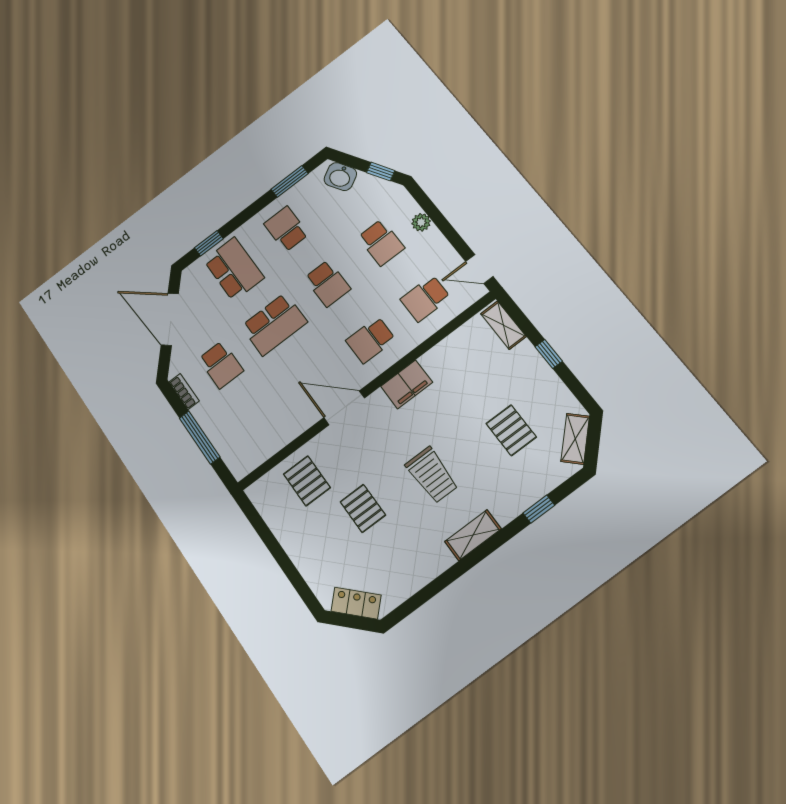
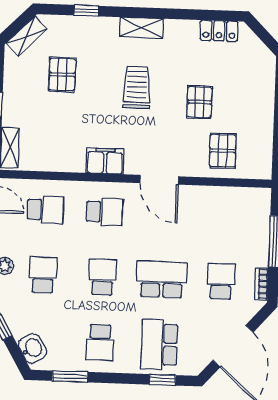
locker: (356, 603) -> (219, 31), moved, turned -45

